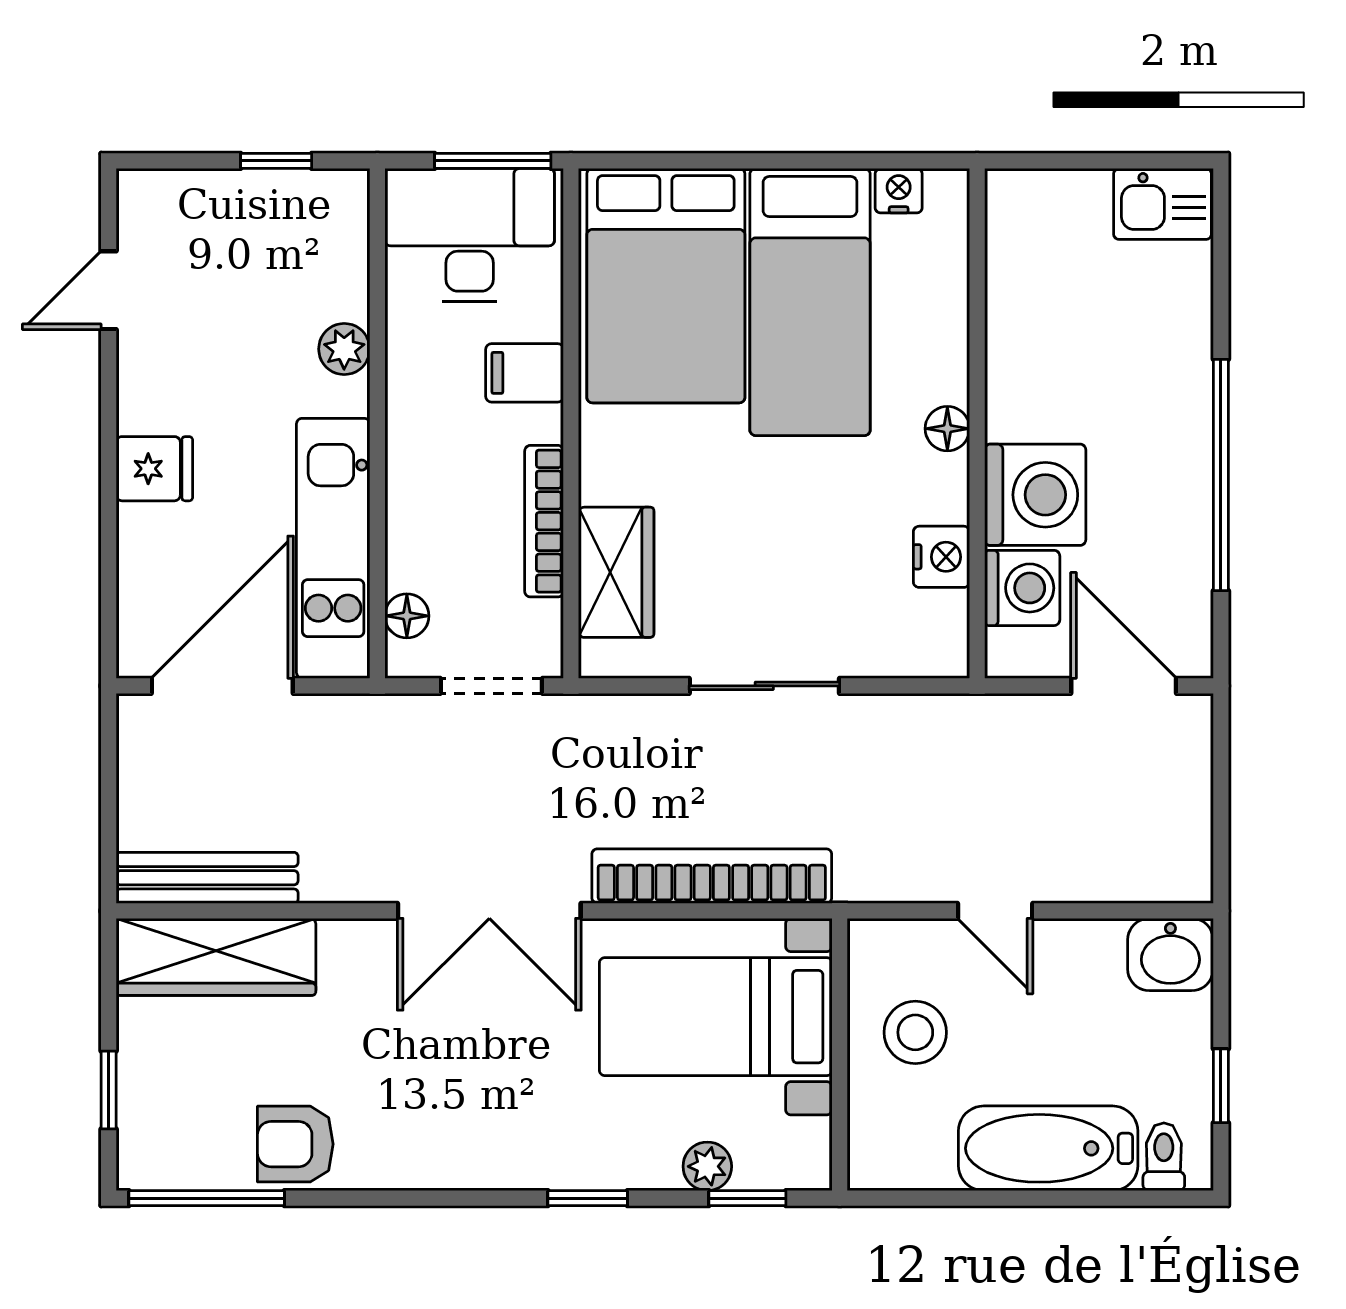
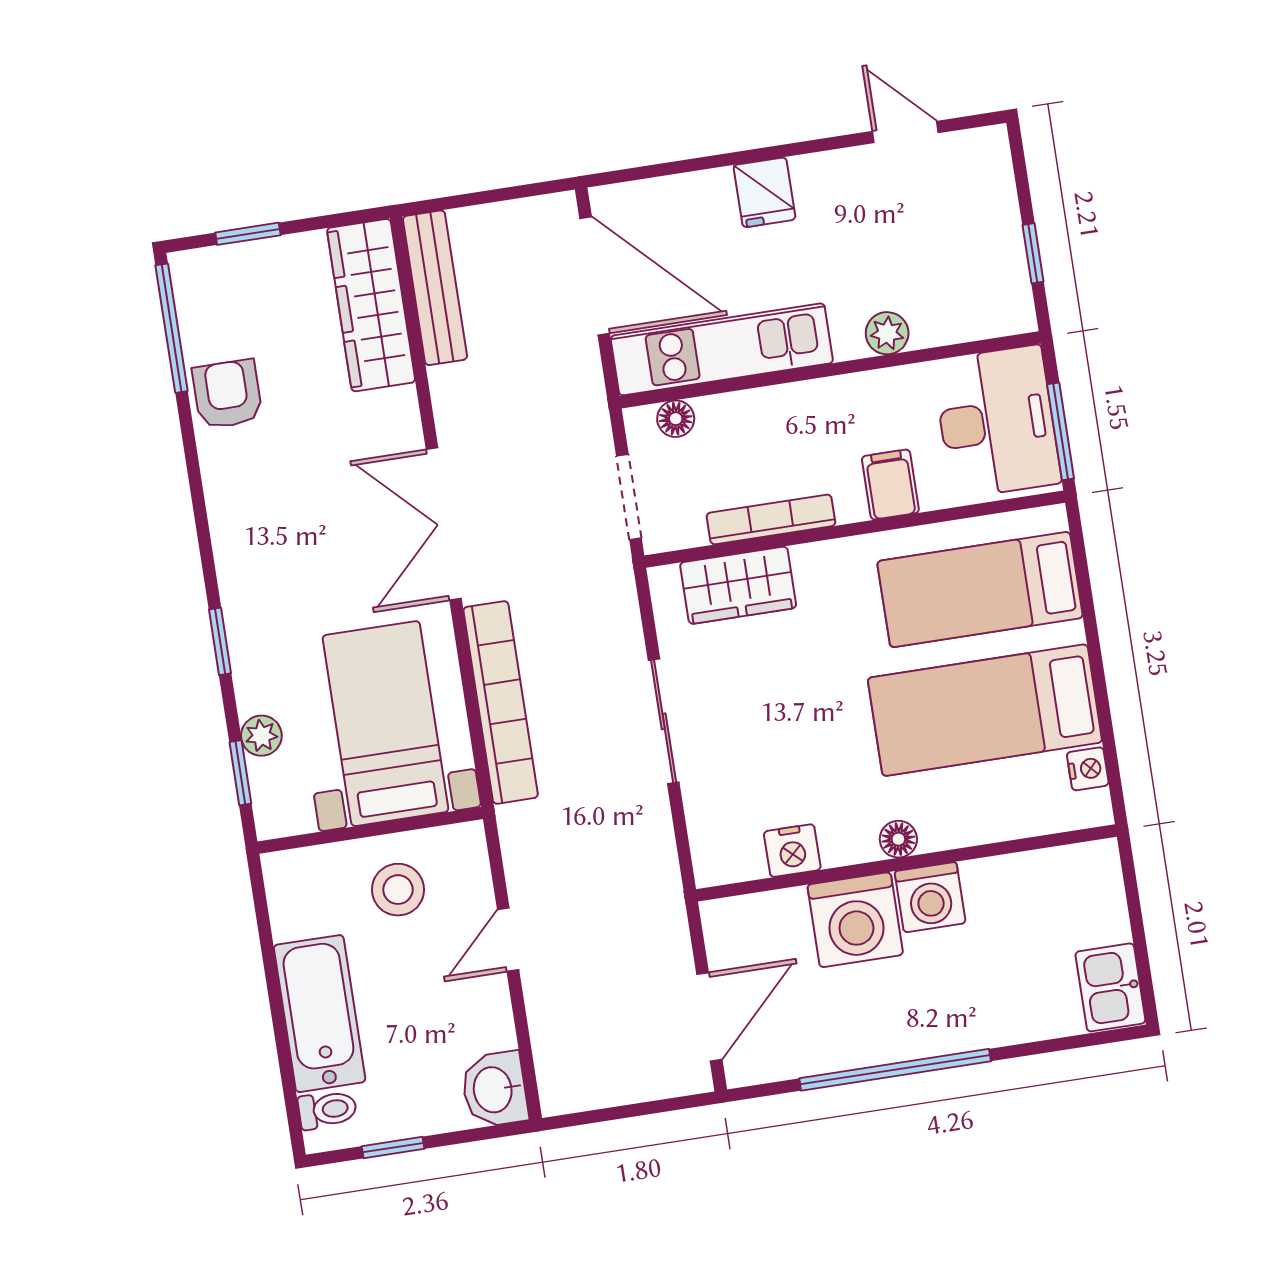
bed: (666, 286) -> (980, 590), width x0.67
washing machine: (1022, 588) -> (930, 897), moved

